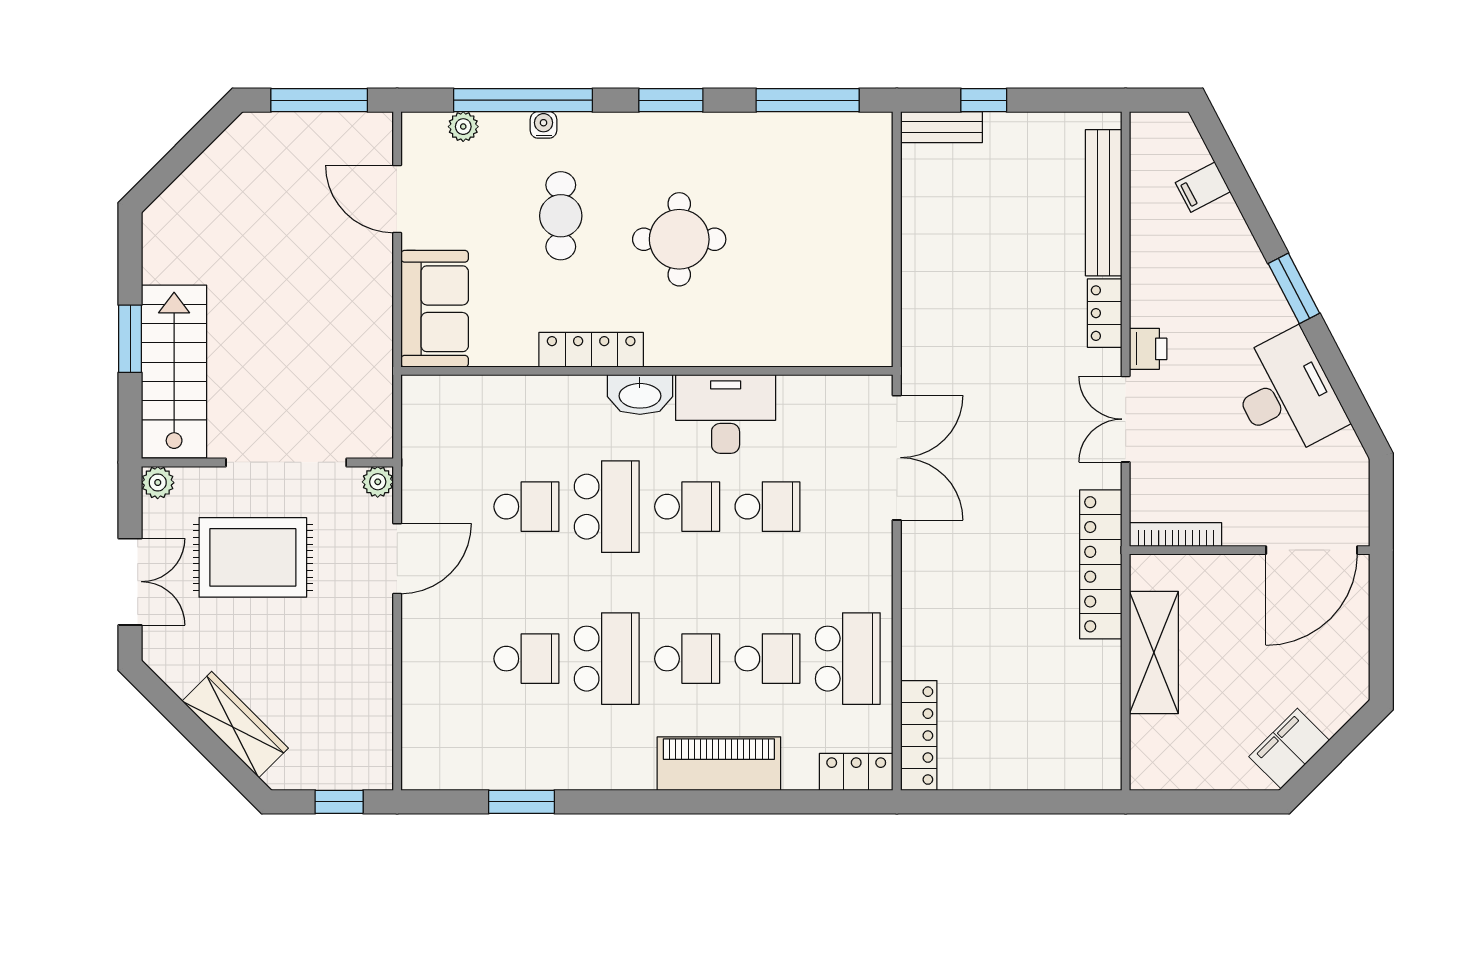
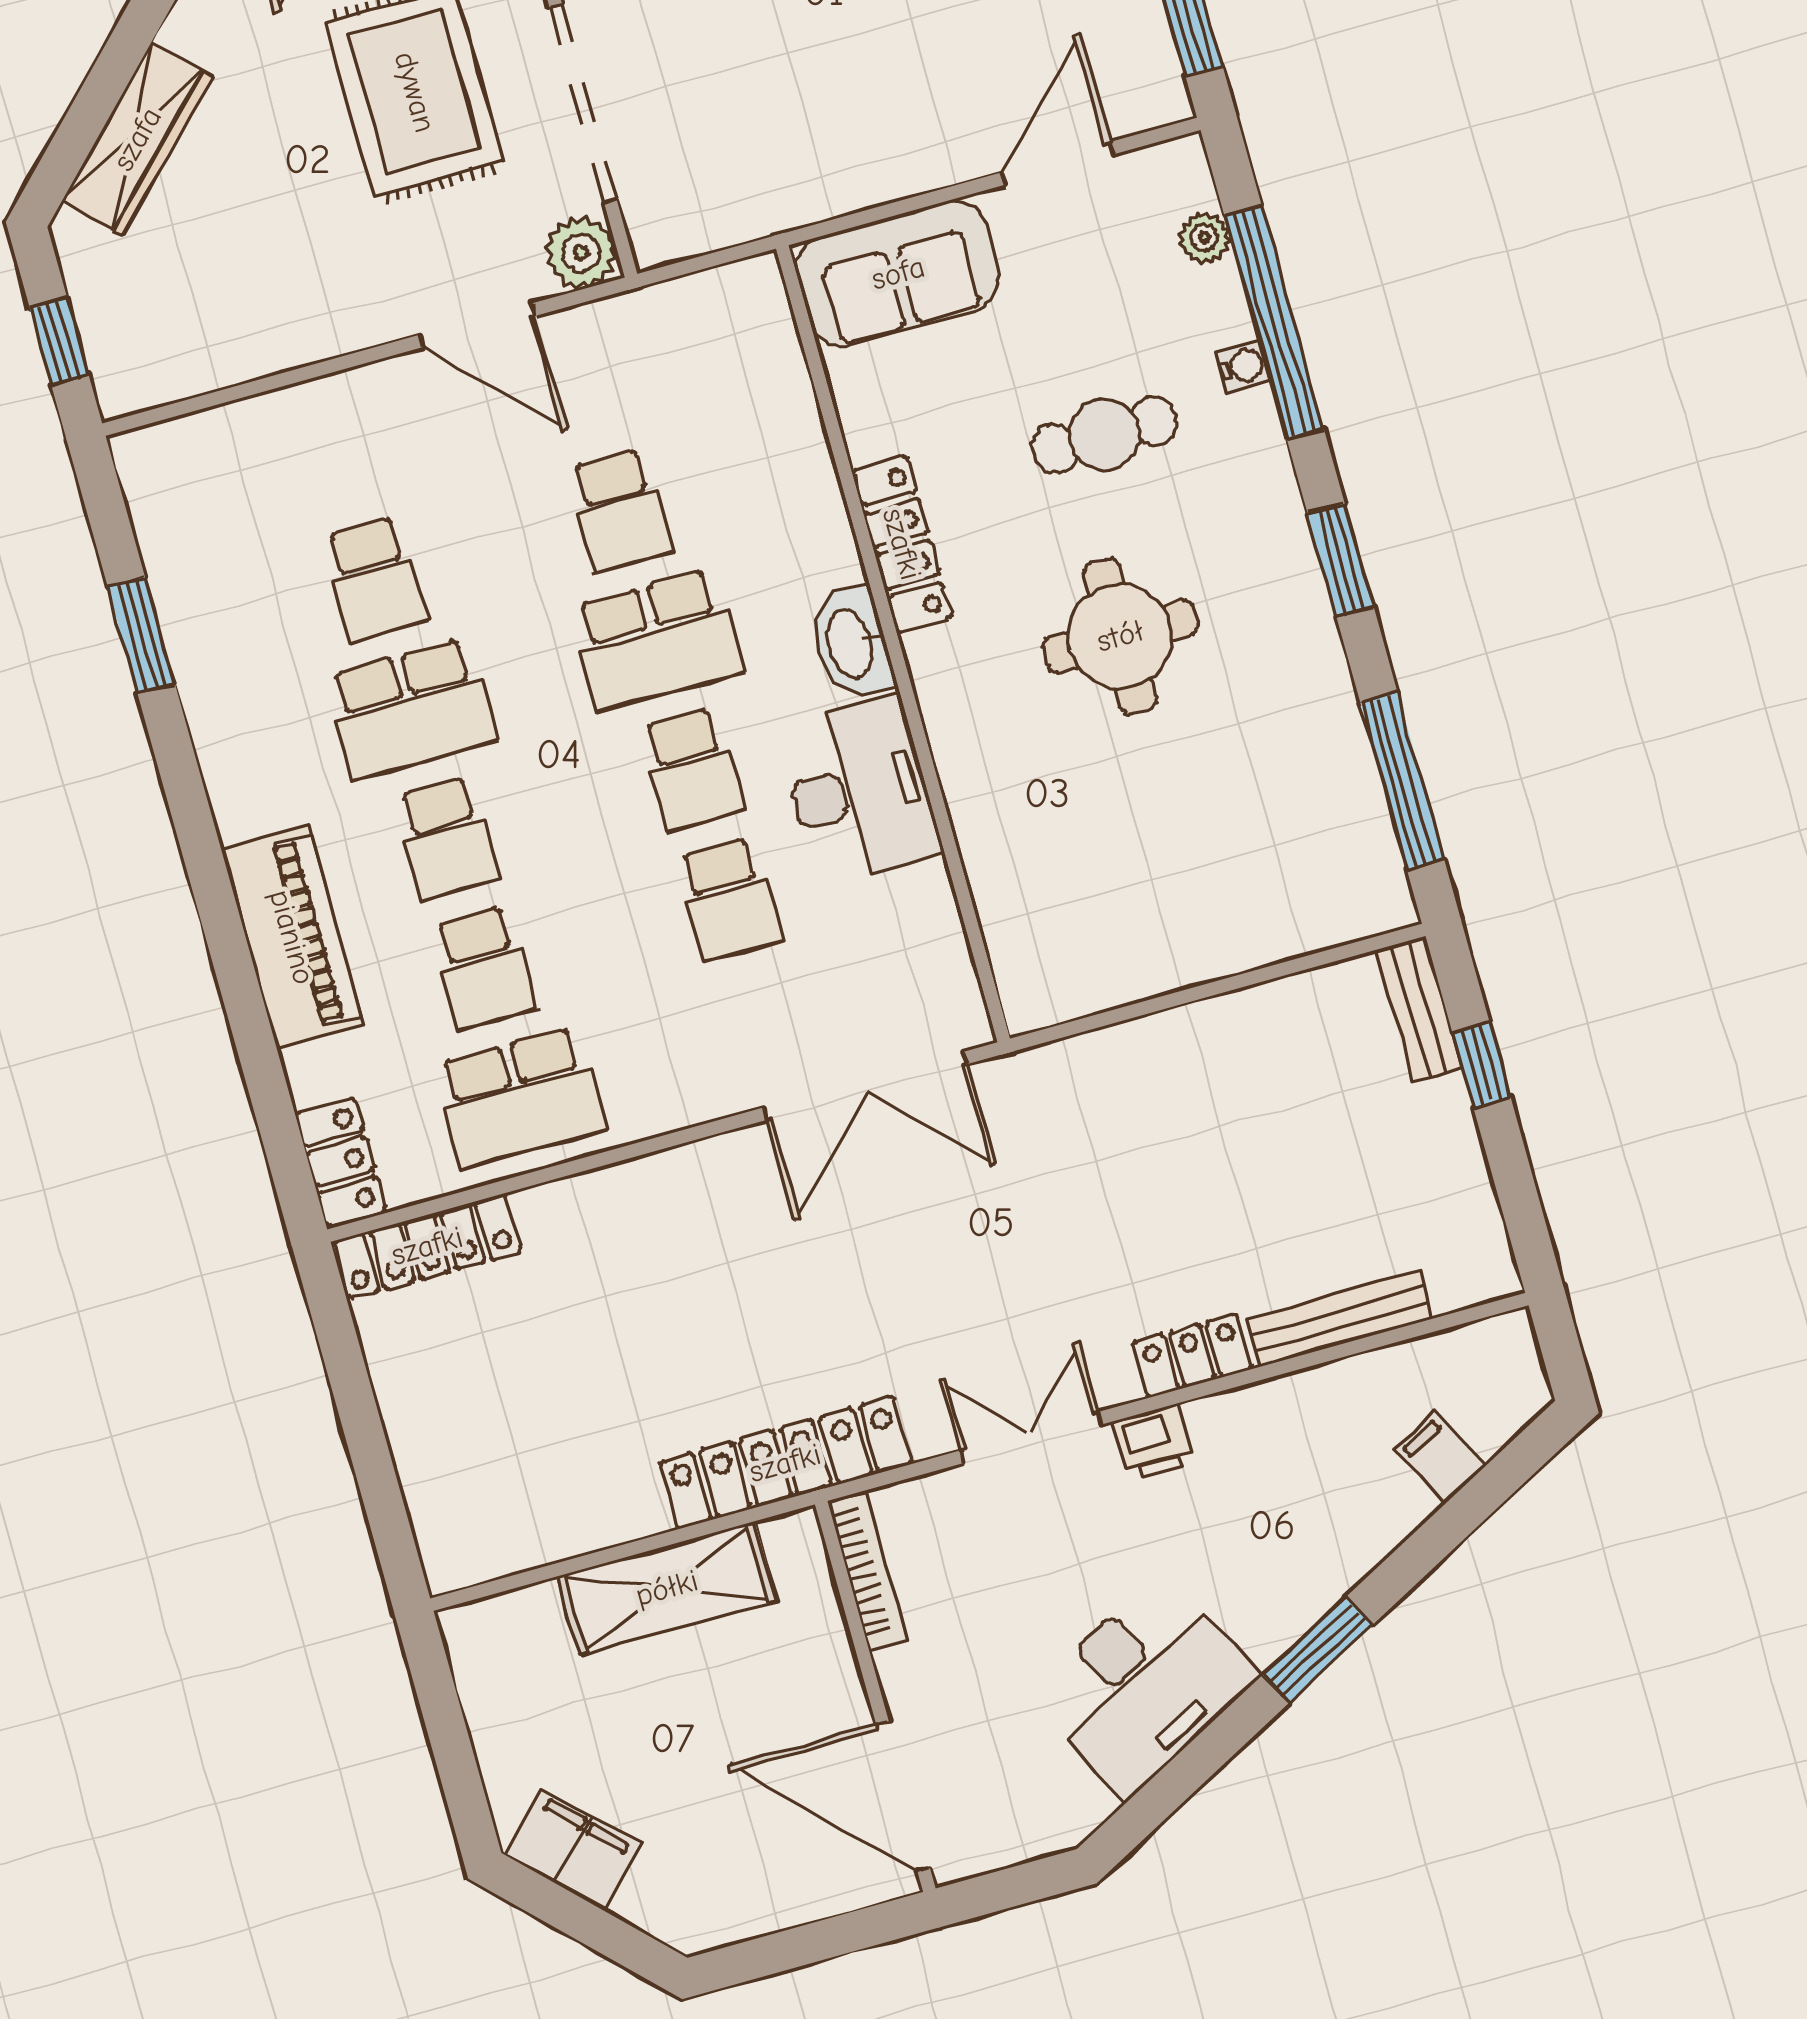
bench: (1104, 203) -> (1340, 1319), width x0.73, depth x0.82
plant: (378, 482) -> (581, 253), width x1.38, depth x1.38

